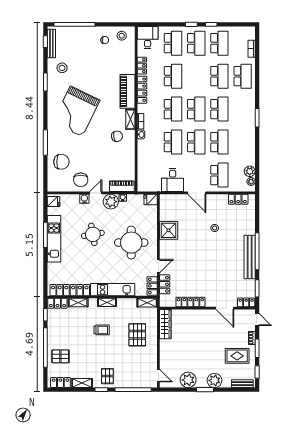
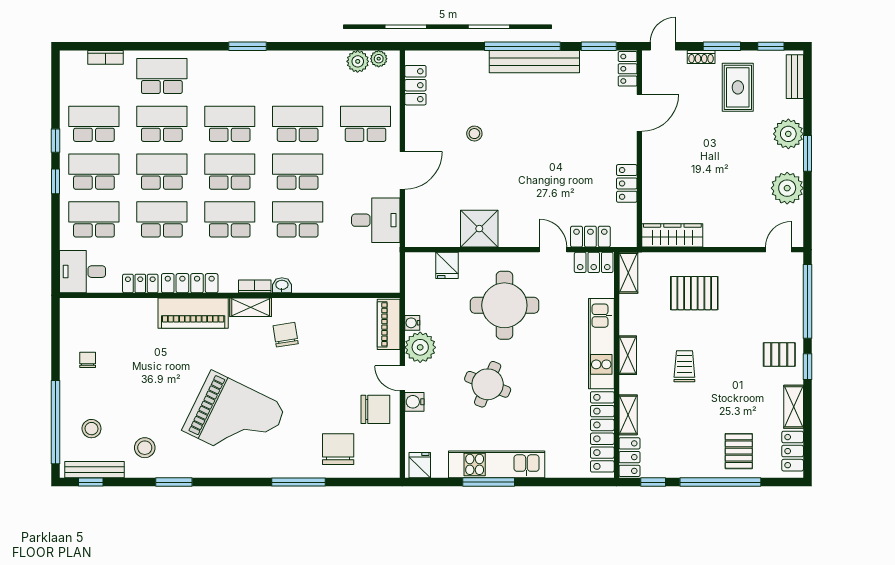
stool: (122, 36) -> (91, 429), moved
school desk: (196, 76) -> (162, 172), added
fridge: (151, 200) -> (447, 265), moved
round table: (93, 234) -> (488, 384), turned 32
locker: (190, 302) -> (627, 183), width x0.66

